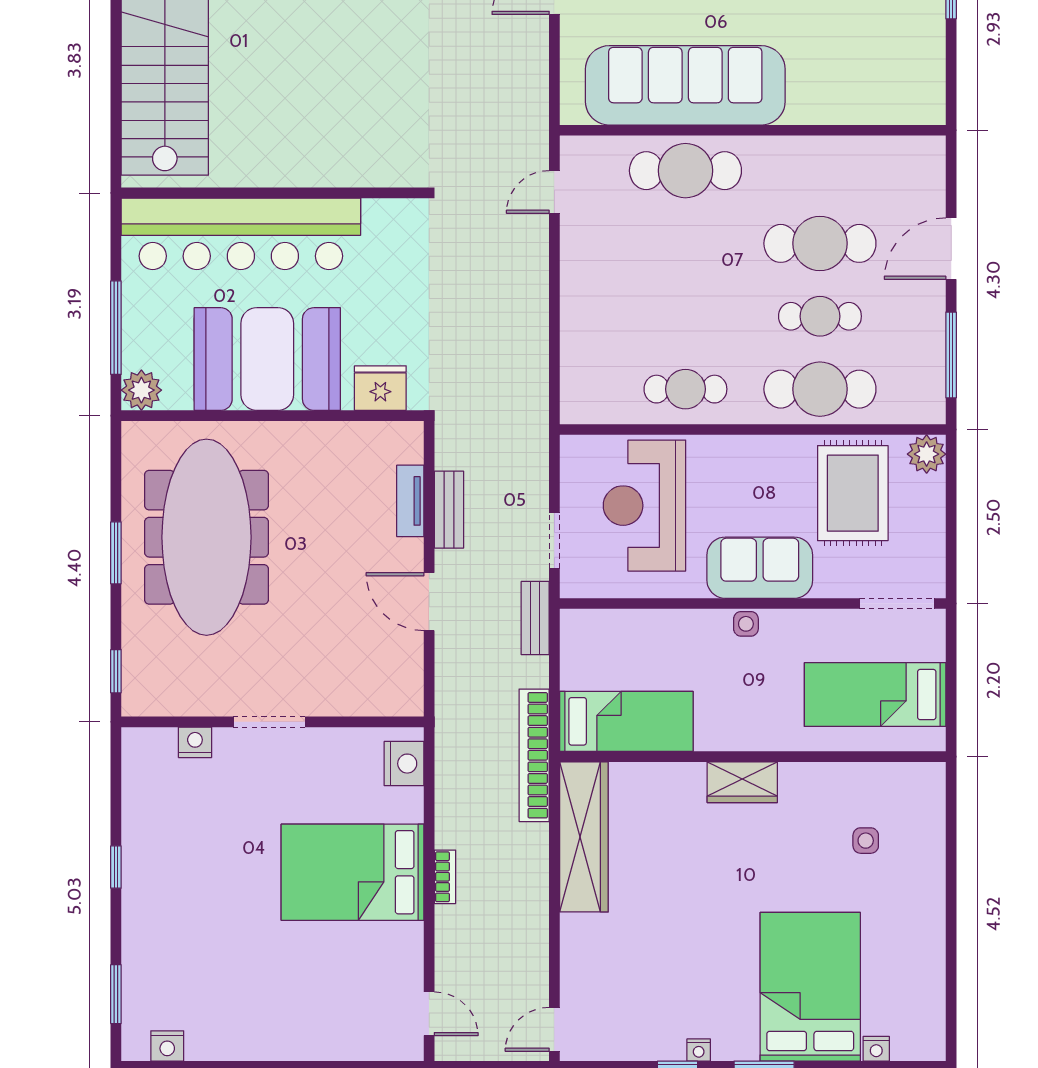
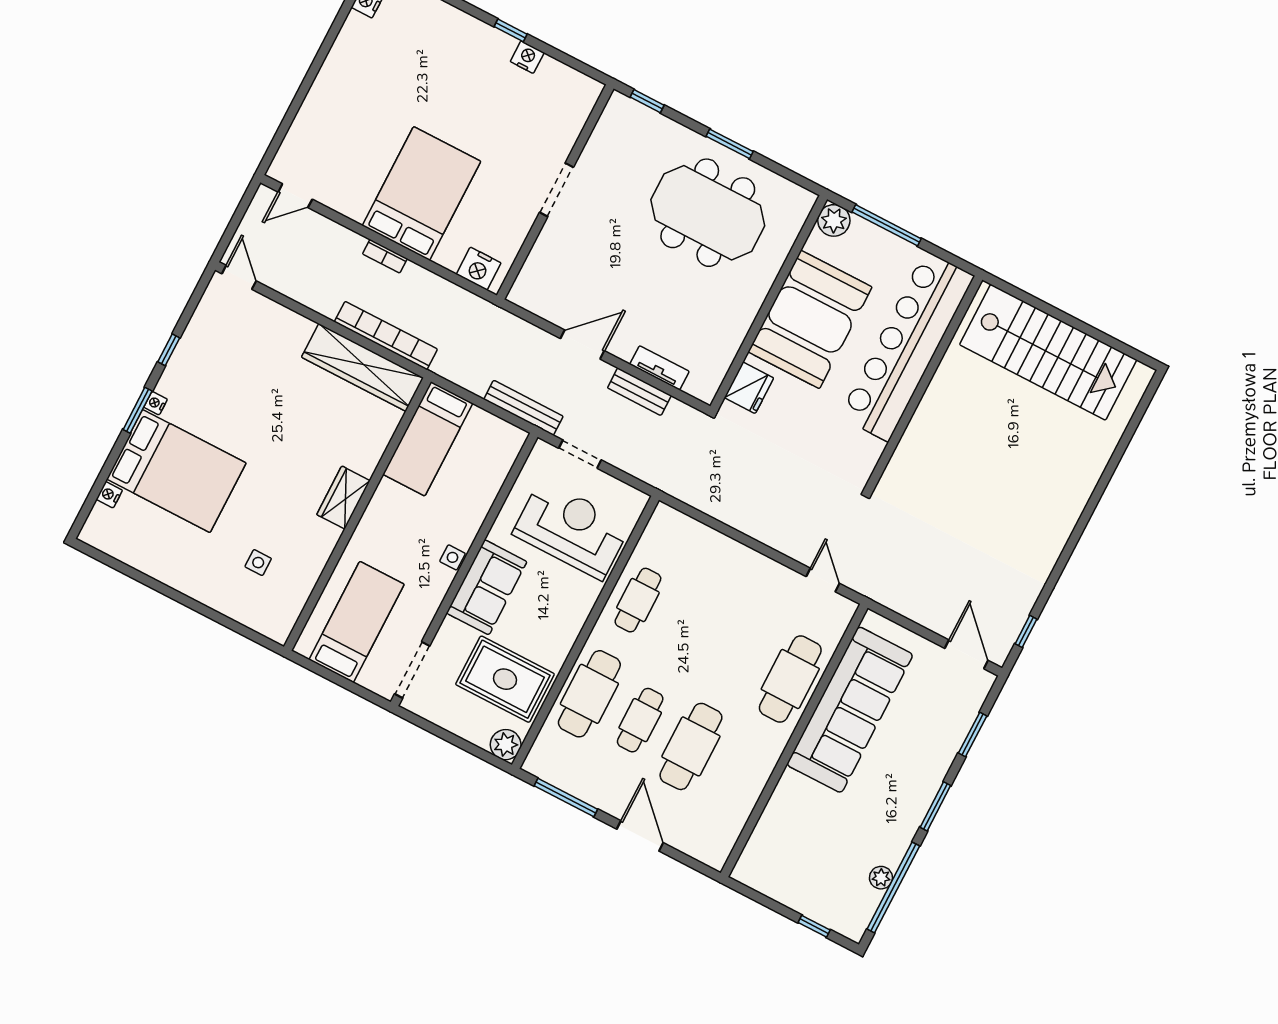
meeting table: (206, 537) -> (708, 213), width x0.73
bench: (535, 618) -> (523, 408), width x1.36
nightstand: (195, 742) -> (527, 57), moved, turned -90
bookcase: (534, 755) -> (386, 336), moved
nightstand: (699, 1050) -> (156, 403), moved

